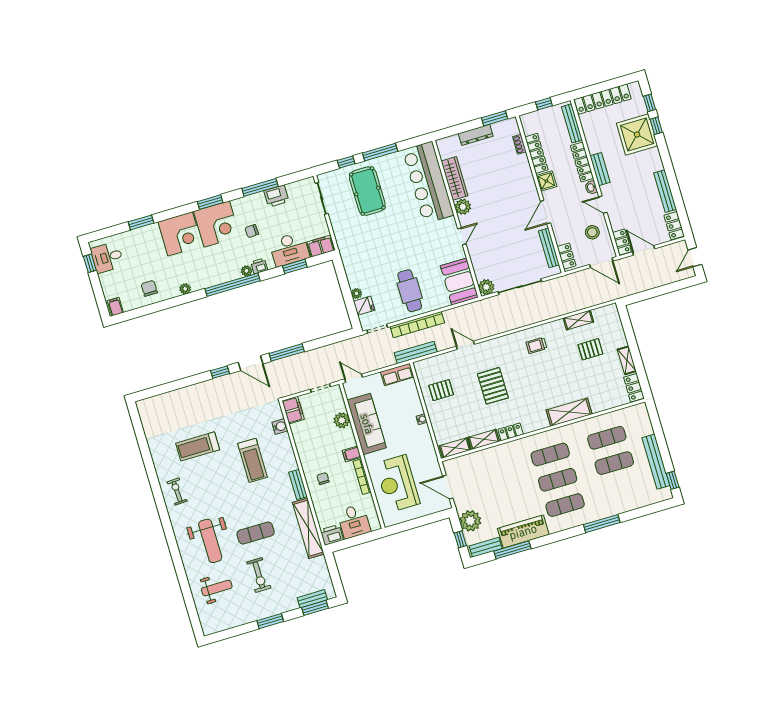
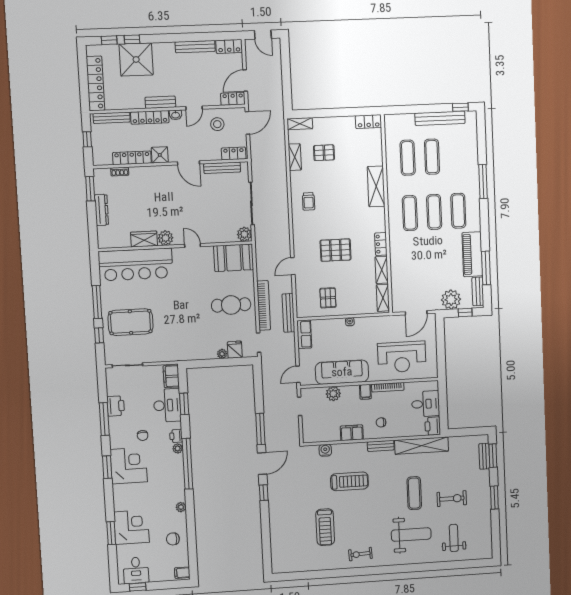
wardrobe: (454, 178) -> (144, 239), width x0.67
corner desk: (180, 234) -> (132, 527), moved
pallet: (590, 349) -> (324, 153), turned 90
shelving: (627, 360) -> (300, 124), moved
filing cabinet: (293, 410) -> (352, 433), moved

